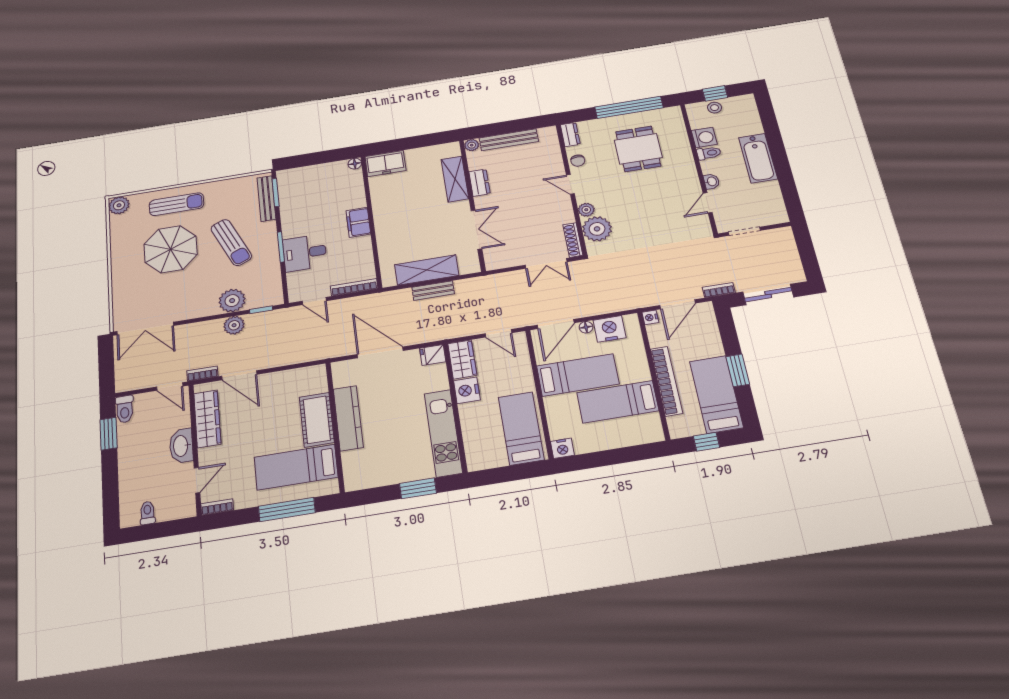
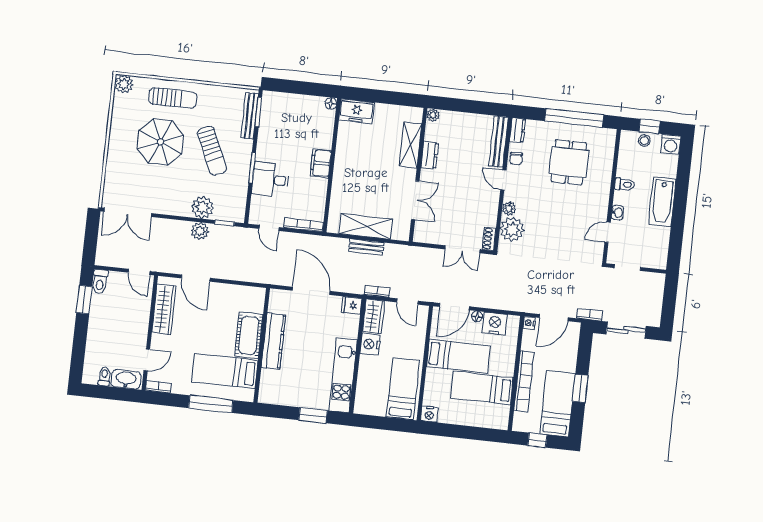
washing machine: (704, 137) -> (671, 144), moved, turned 90
bench: (509, 140) -> (499, 142), moved, turned 90
shoe rack: (573, 240) -> (489, 239), width x0.70
bookcase: (202, 374) -> (377, 291), moved
washbasin: (181, 446) -> (126, 379), moved, turned 90

